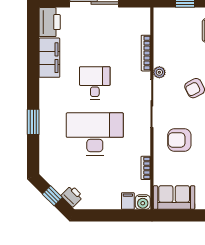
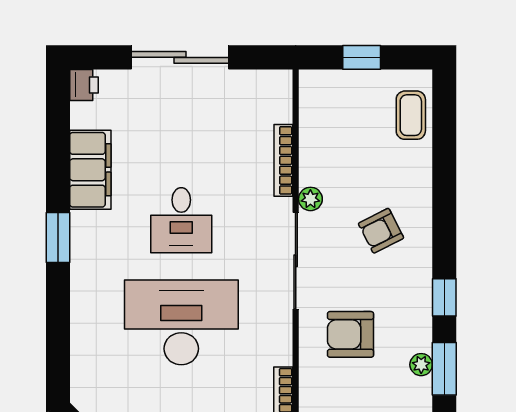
printer: (50, 22) -> (84, 85), width x0.53, depth x0.68
desk: (95, 83) -> (181, 220), turned 180
window: (33, 122) -> (58, 237), moved

